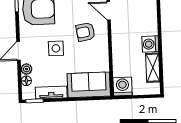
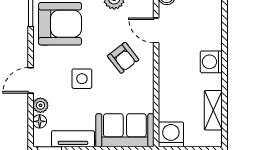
armchair: (85, 32) -> (123, 58), turned -119
washing machine: (150, 44) -> (211, 62), moved

